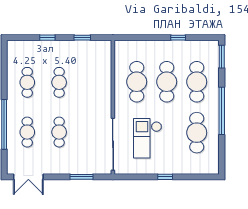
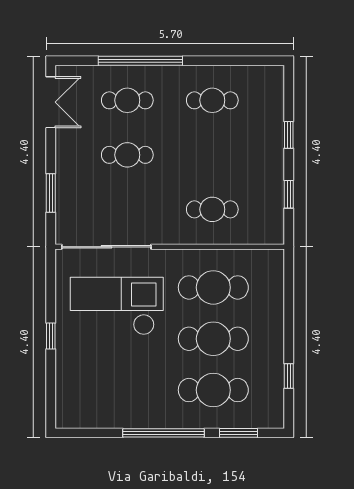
window: (178, 38) -> (289, 376), moved
window: (222, 57) -> (238, 433), moved
cafe table: (59, 82) -> (212, 209), moved
cafe table: (197, 133) -> (126, 390), removed
checkout: (148, 138) -> (117, 306), width x1.36, depth x1.21
double door: (28, 177) -> (51, 102), swing flipped

